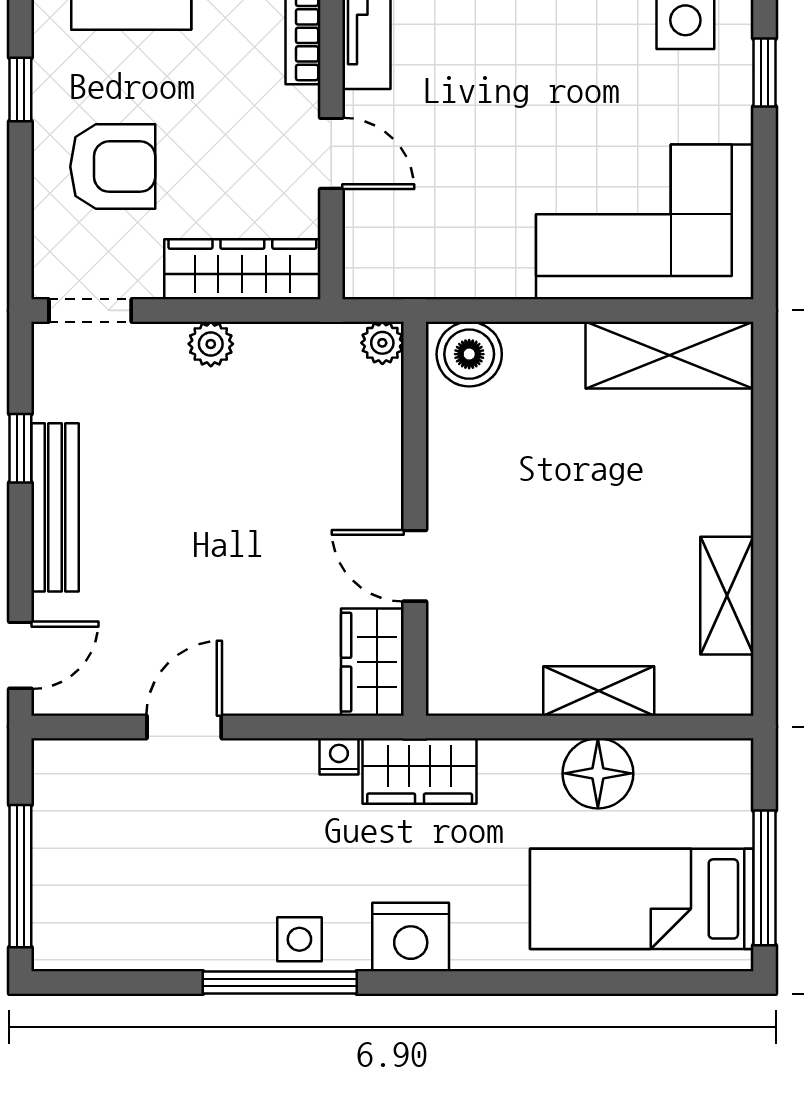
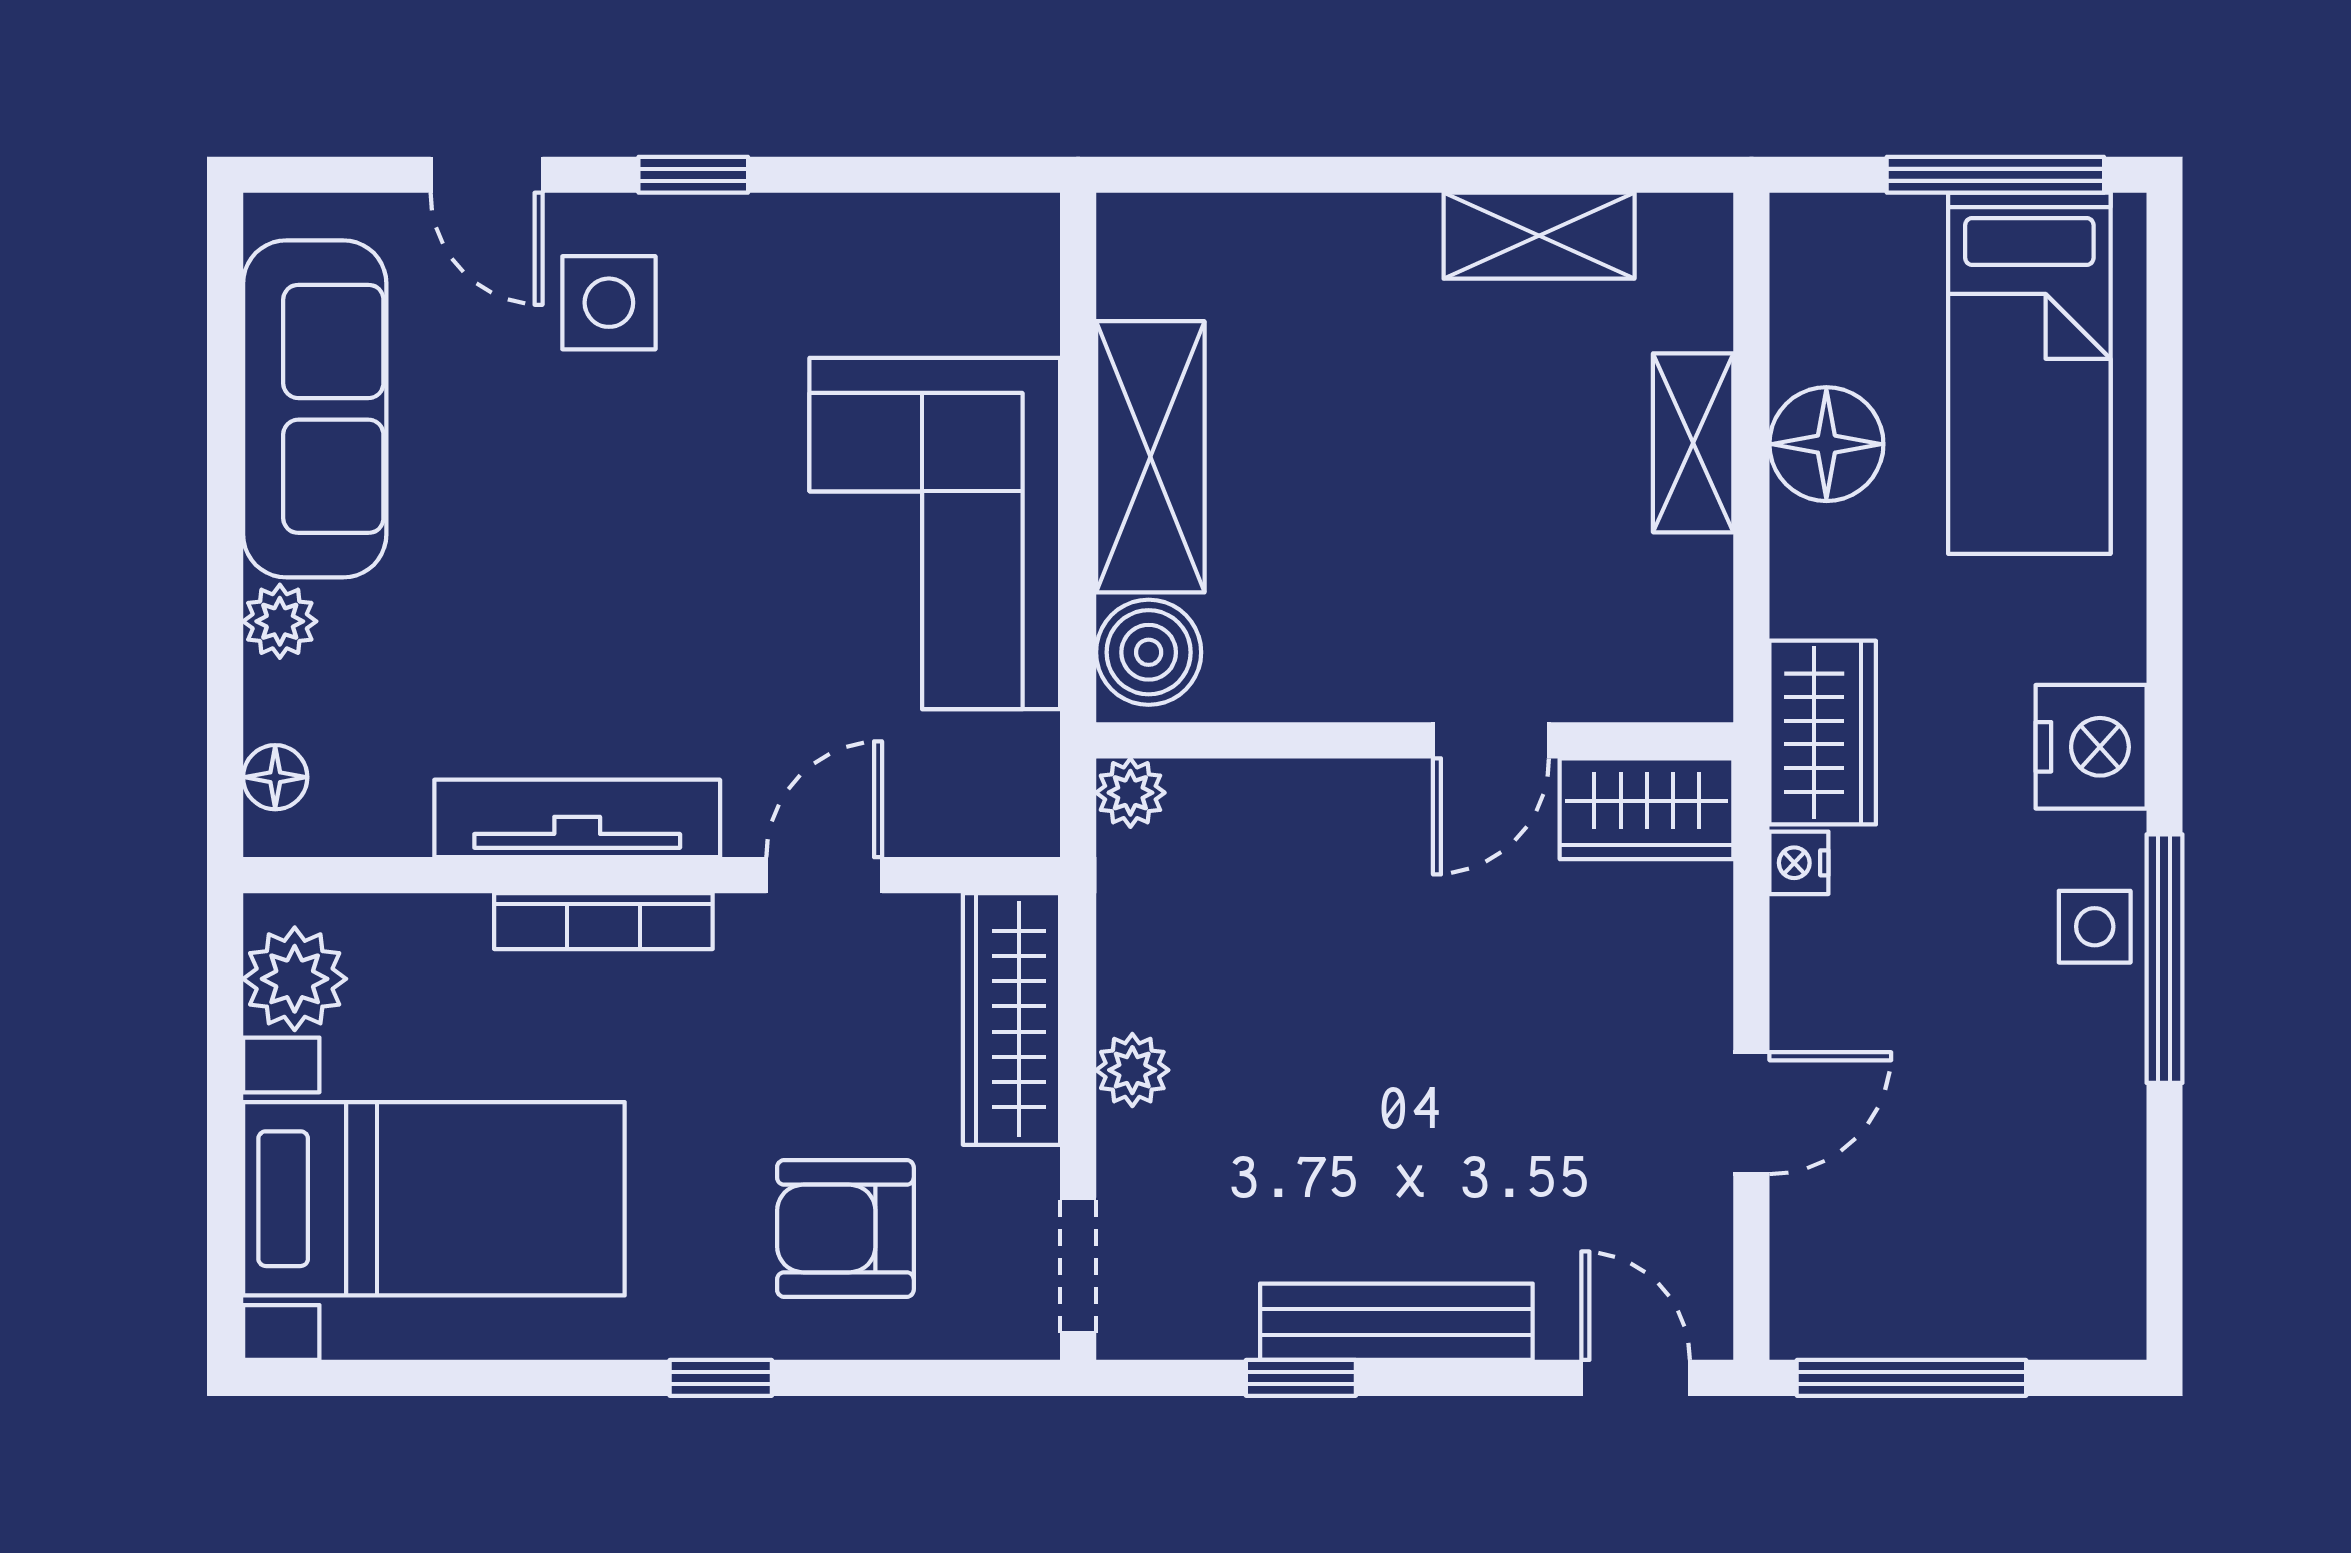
armchair: (113, 167) -> (845, 1229), turned -90
corner sofa: (645, 222) -> (935, 534), moved
shelving: (670, 355) -> (1150, 457), moved
door: (184, 727) -> (1751, 1113), swing flipped
window: (20, 876) -> (1911, 1378), moved

